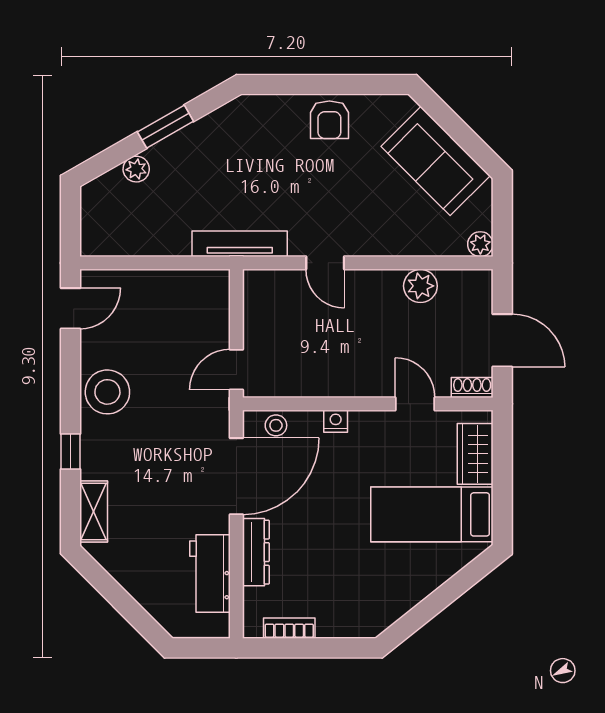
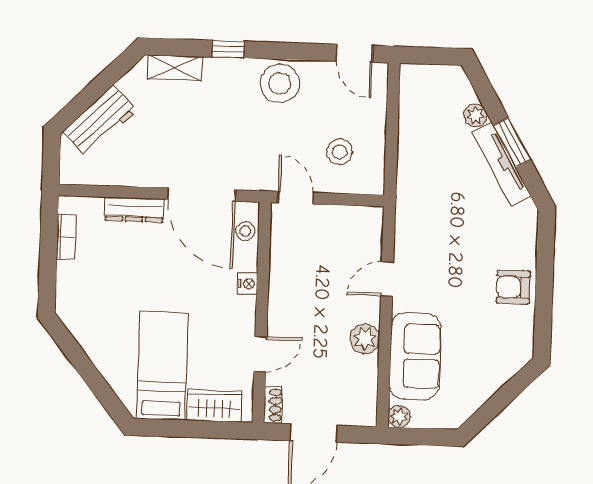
sofa: (436, 161) -> (415, 356), moved, turned 135
tv unit: (240, 244) -> (501, 164), moved, turned 150
plant: (420, 286) -> (365, 339), moved
stool: (183, 322) -> (340, 152), added
workbench: (210, 573) -> (100, 121), moved, turned 135

